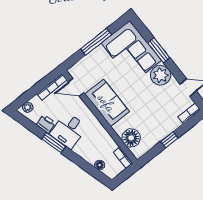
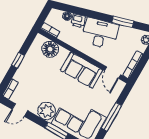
door: (76, 87) -> (113, 73), swing flipped
printer: (46, 124) -> (78, 21), moved
desk: (69, 130) -> (100, 33), width x1.37
window: (54, 143) -> (123, 22), moved

